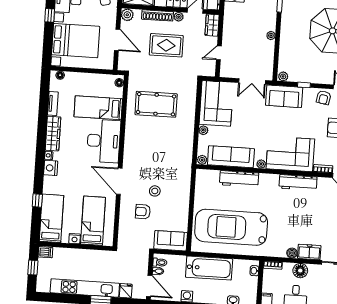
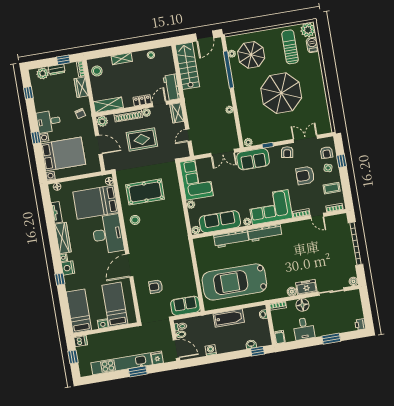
bed: (98, 108) -> (96, 202), width x1.50
door: (119, 181) -> (129, 265), hinge flipped
workbench: (298, 183) -> (265, 233), moved
stool: (155, 191) -> (135, 220), moved
window: (37, 200) -> (60, 279), moved
bathtub: (209, 268) -> (229, 318), width x0.73, depth x0.73

